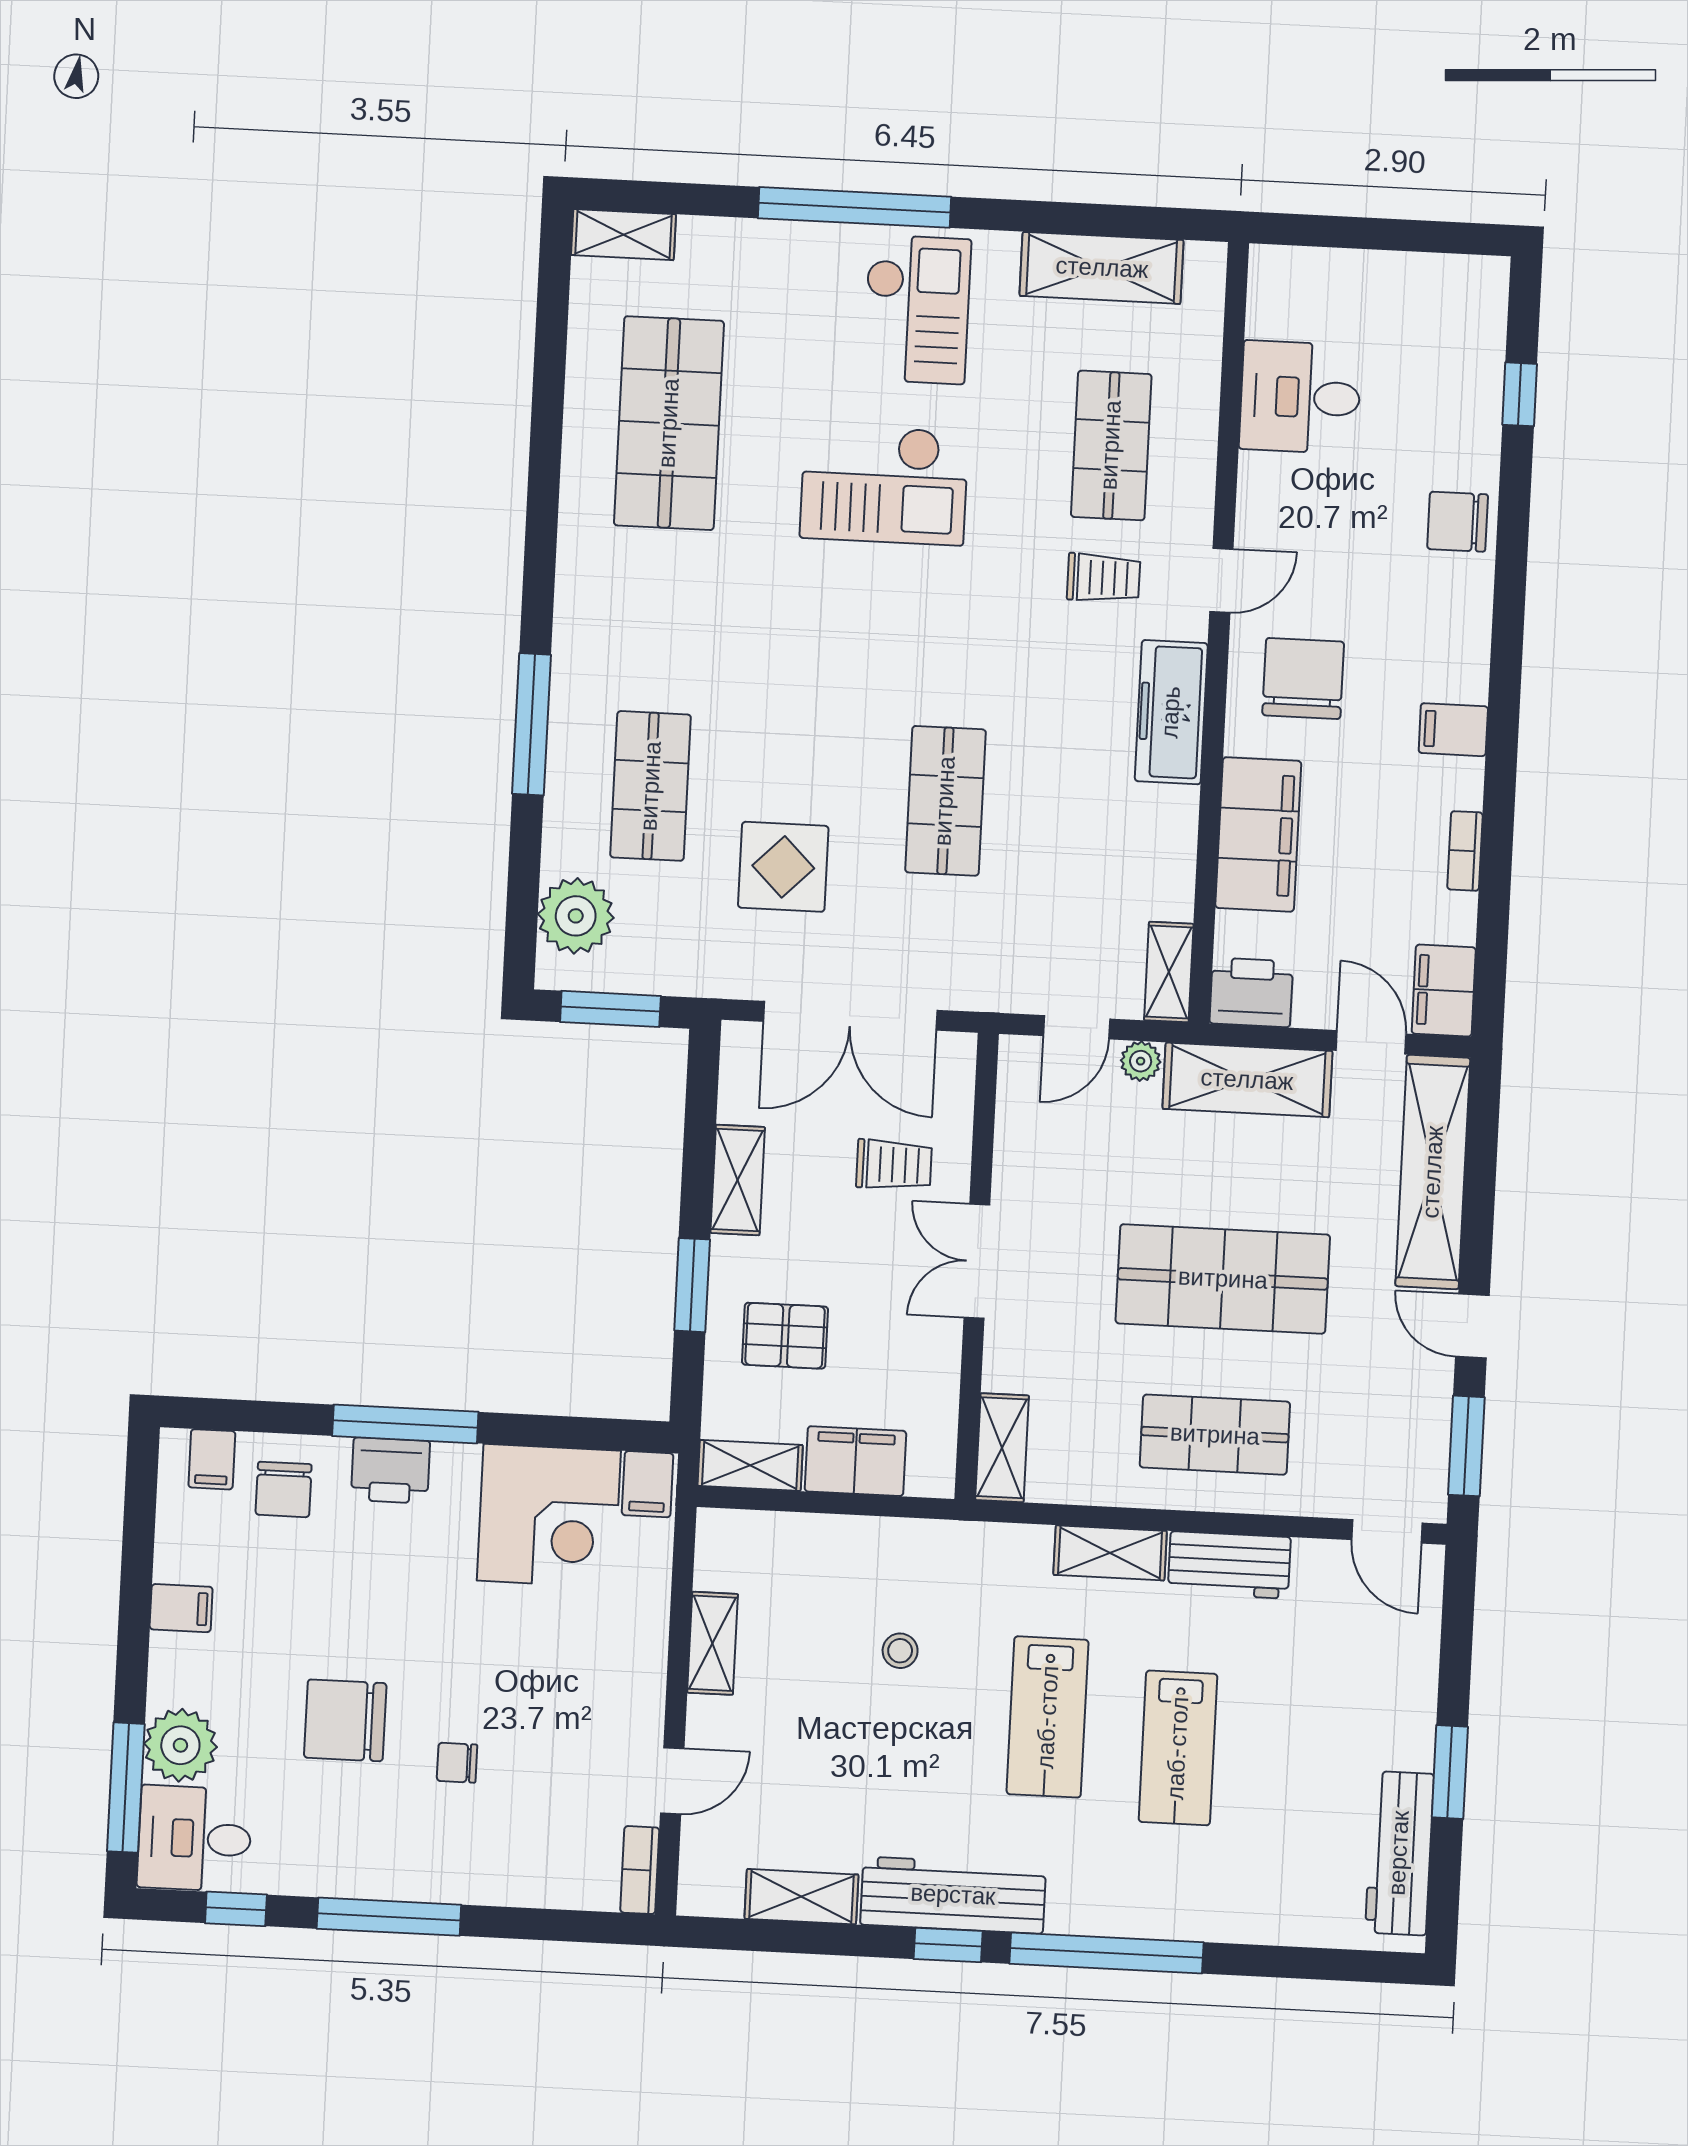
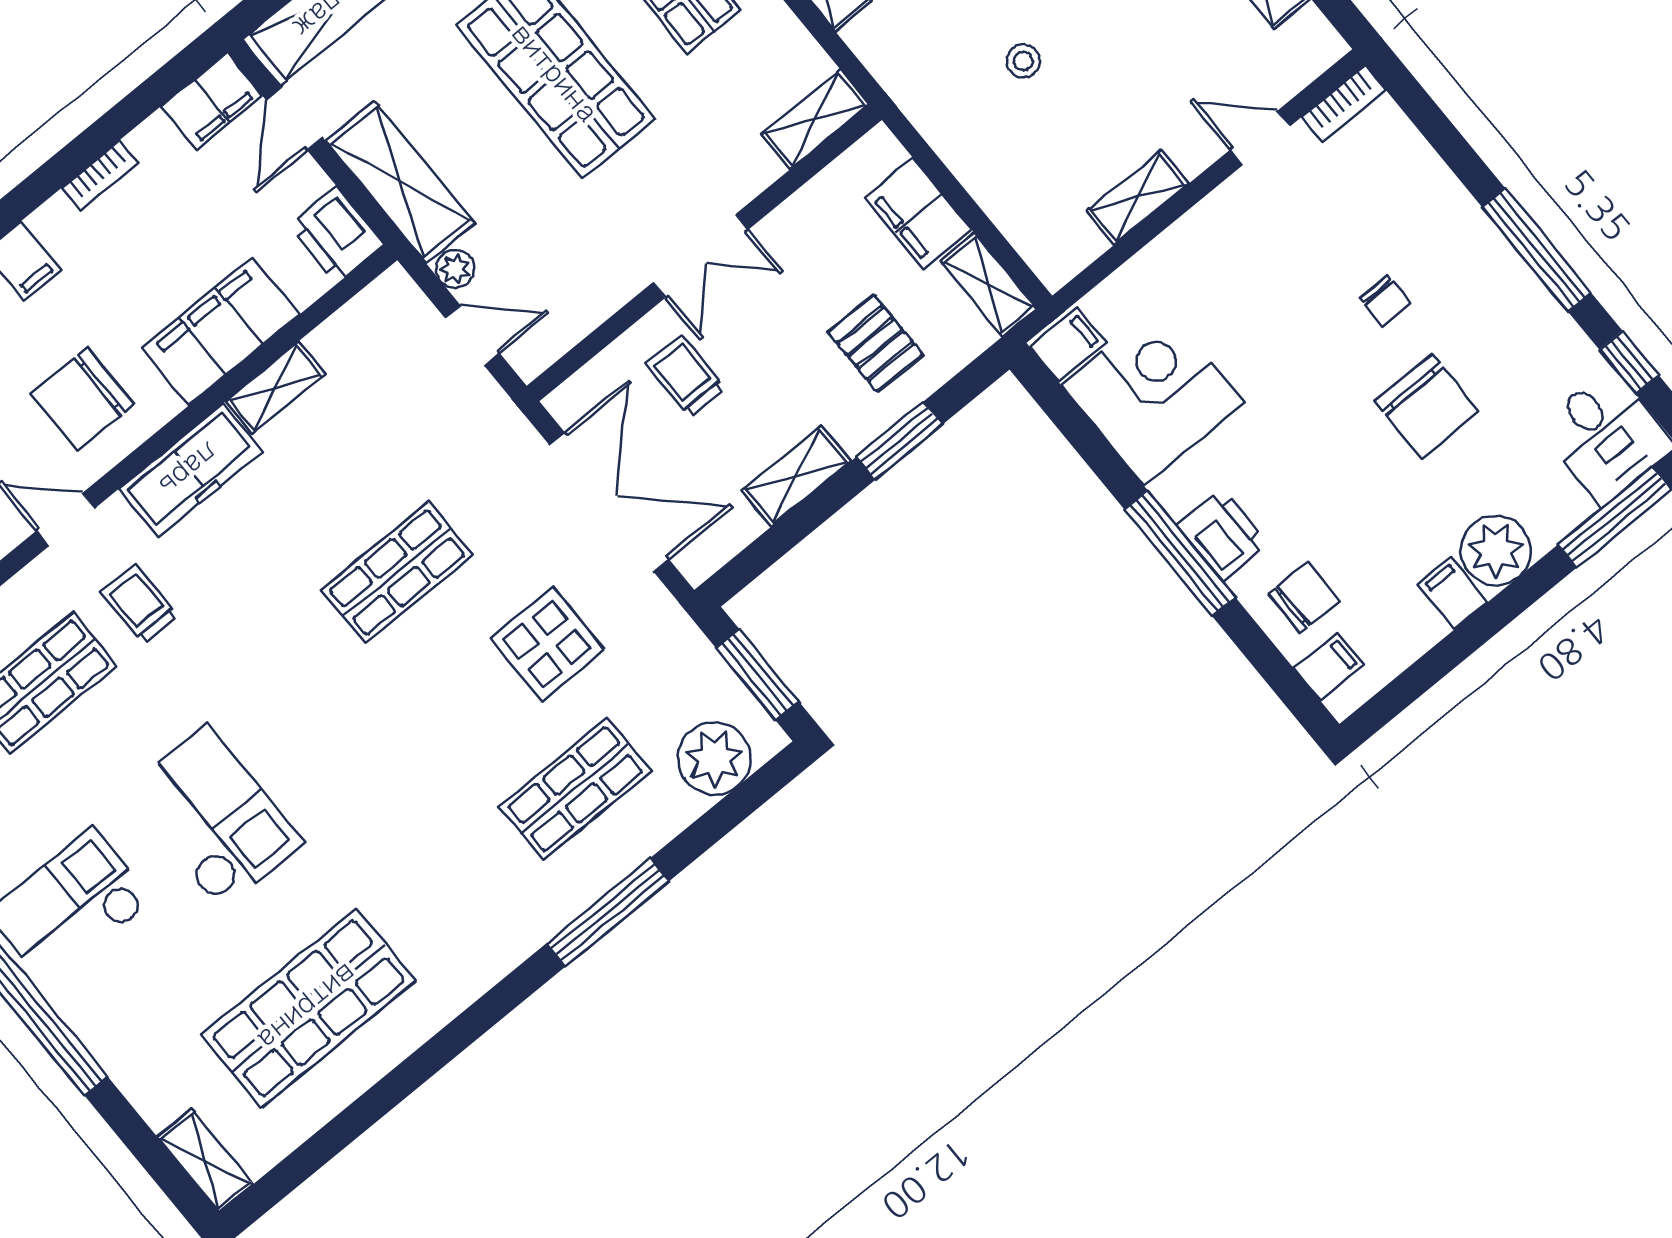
shelving: (1169, 972) -> (275, 388), moved
plant: (180, 1745) -> (1496, 550), moved

